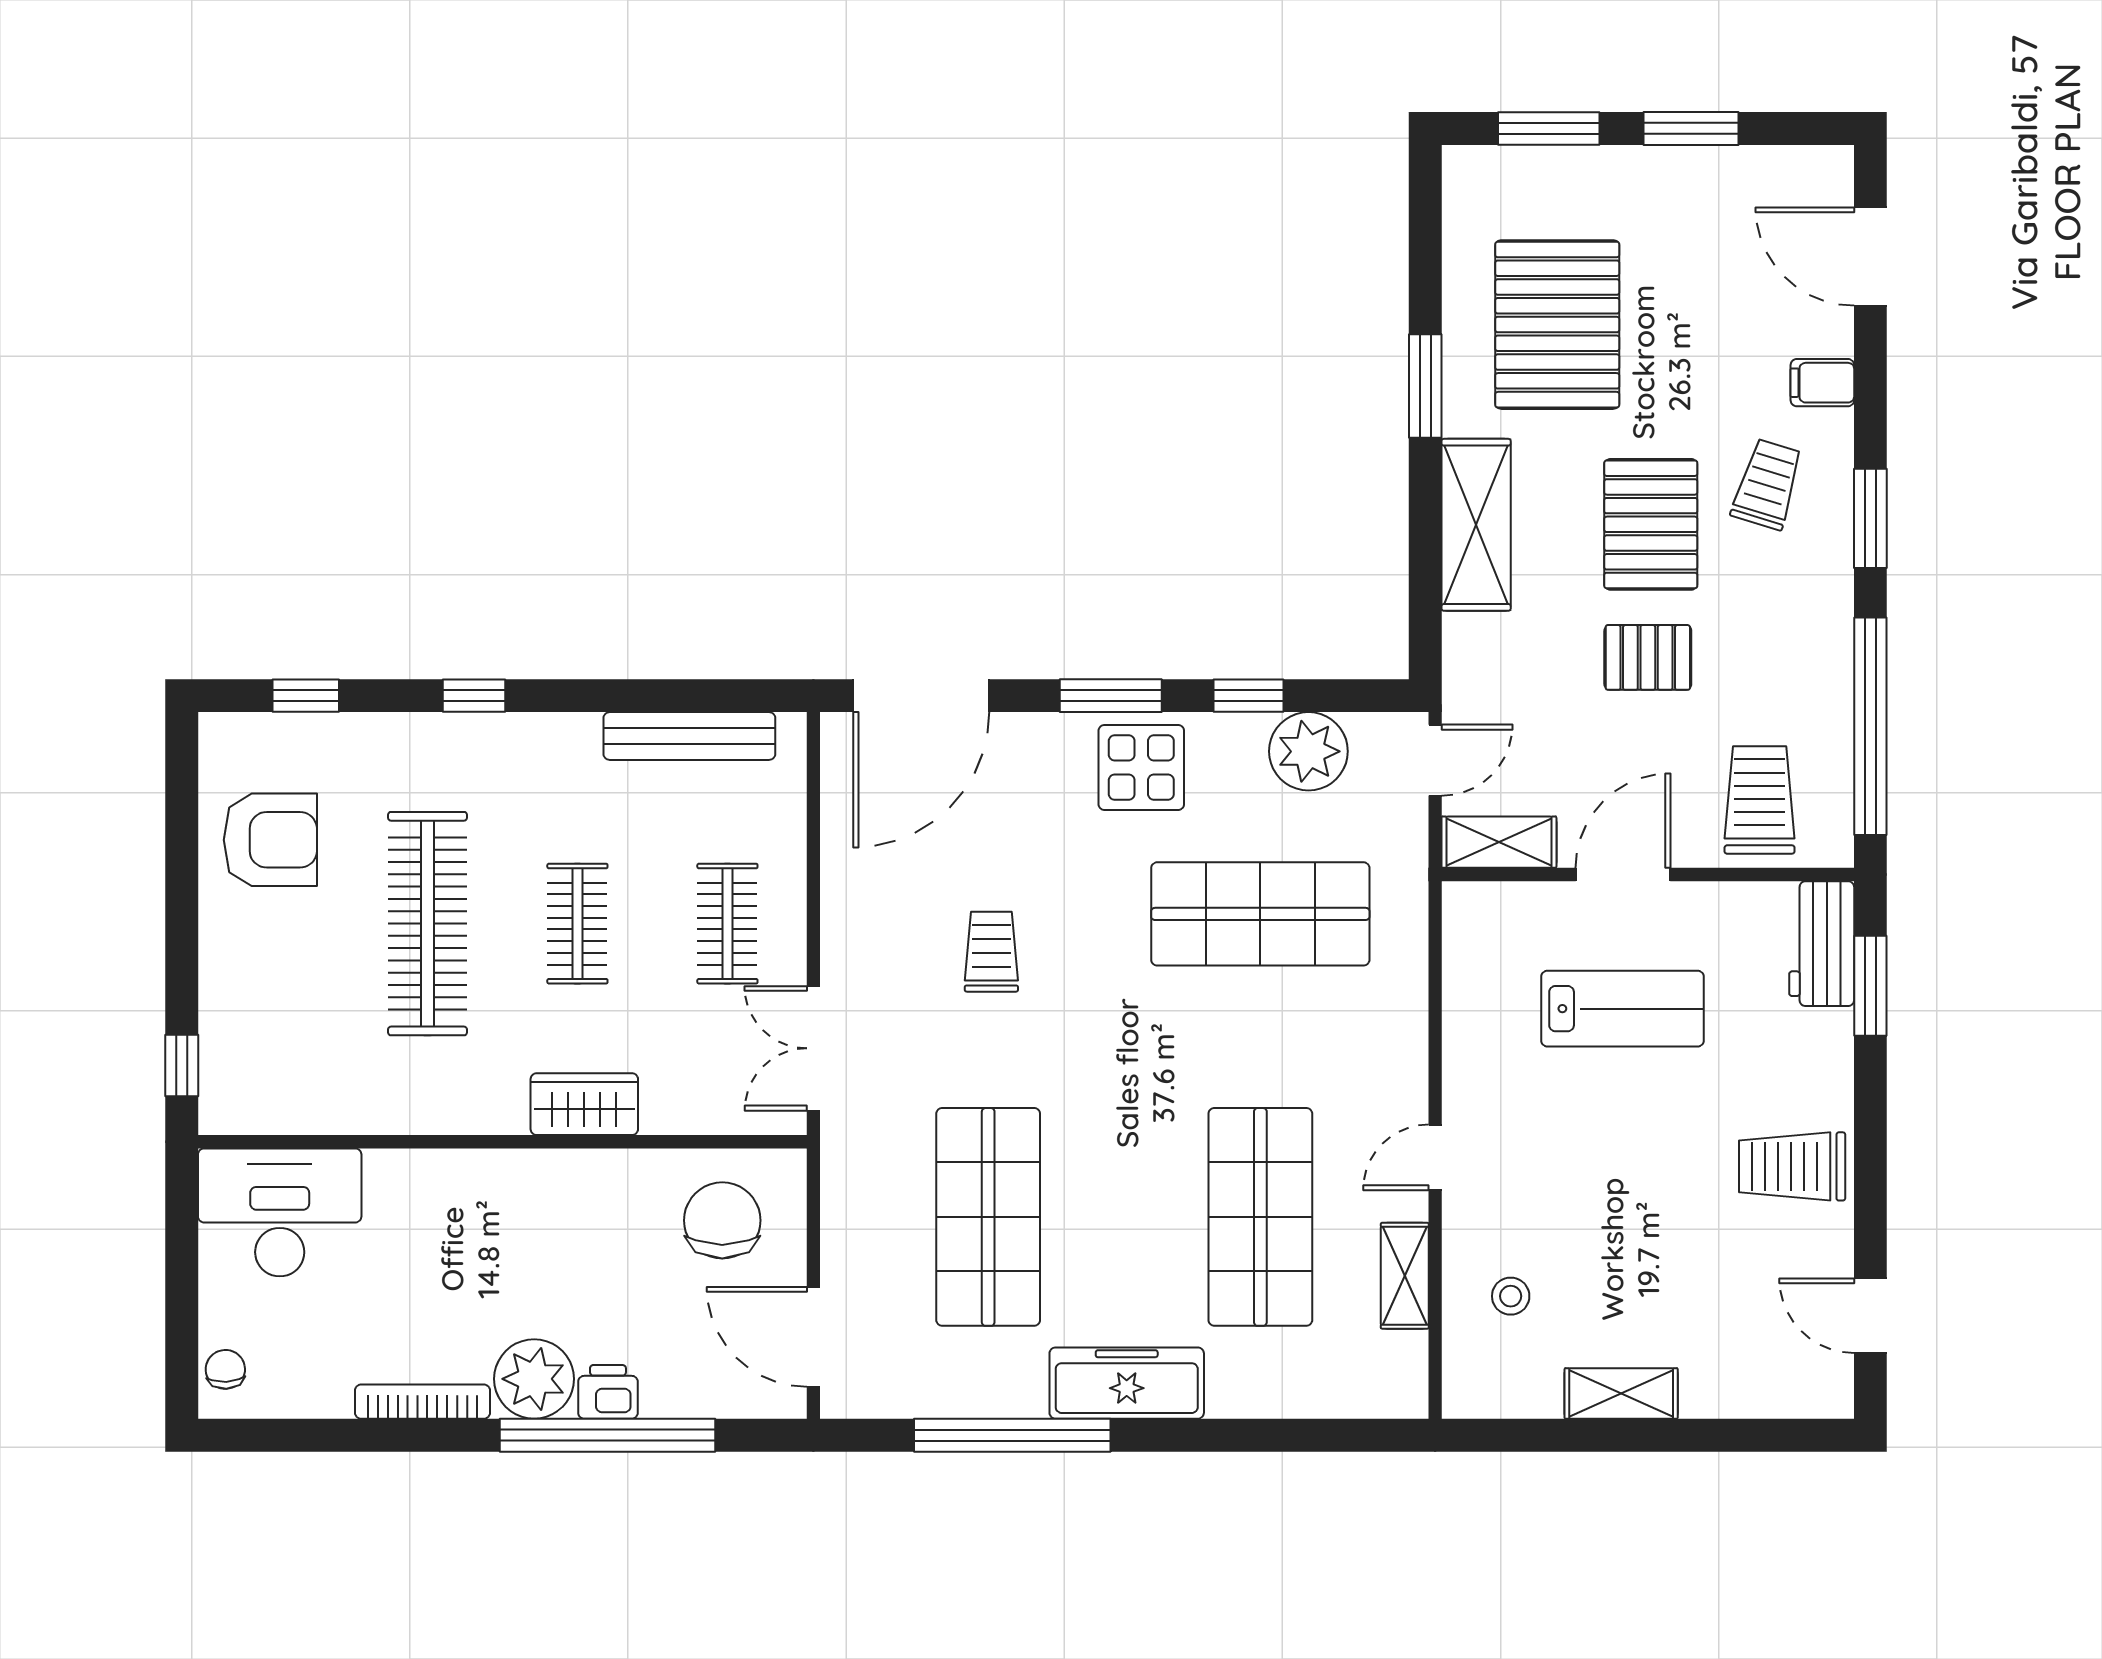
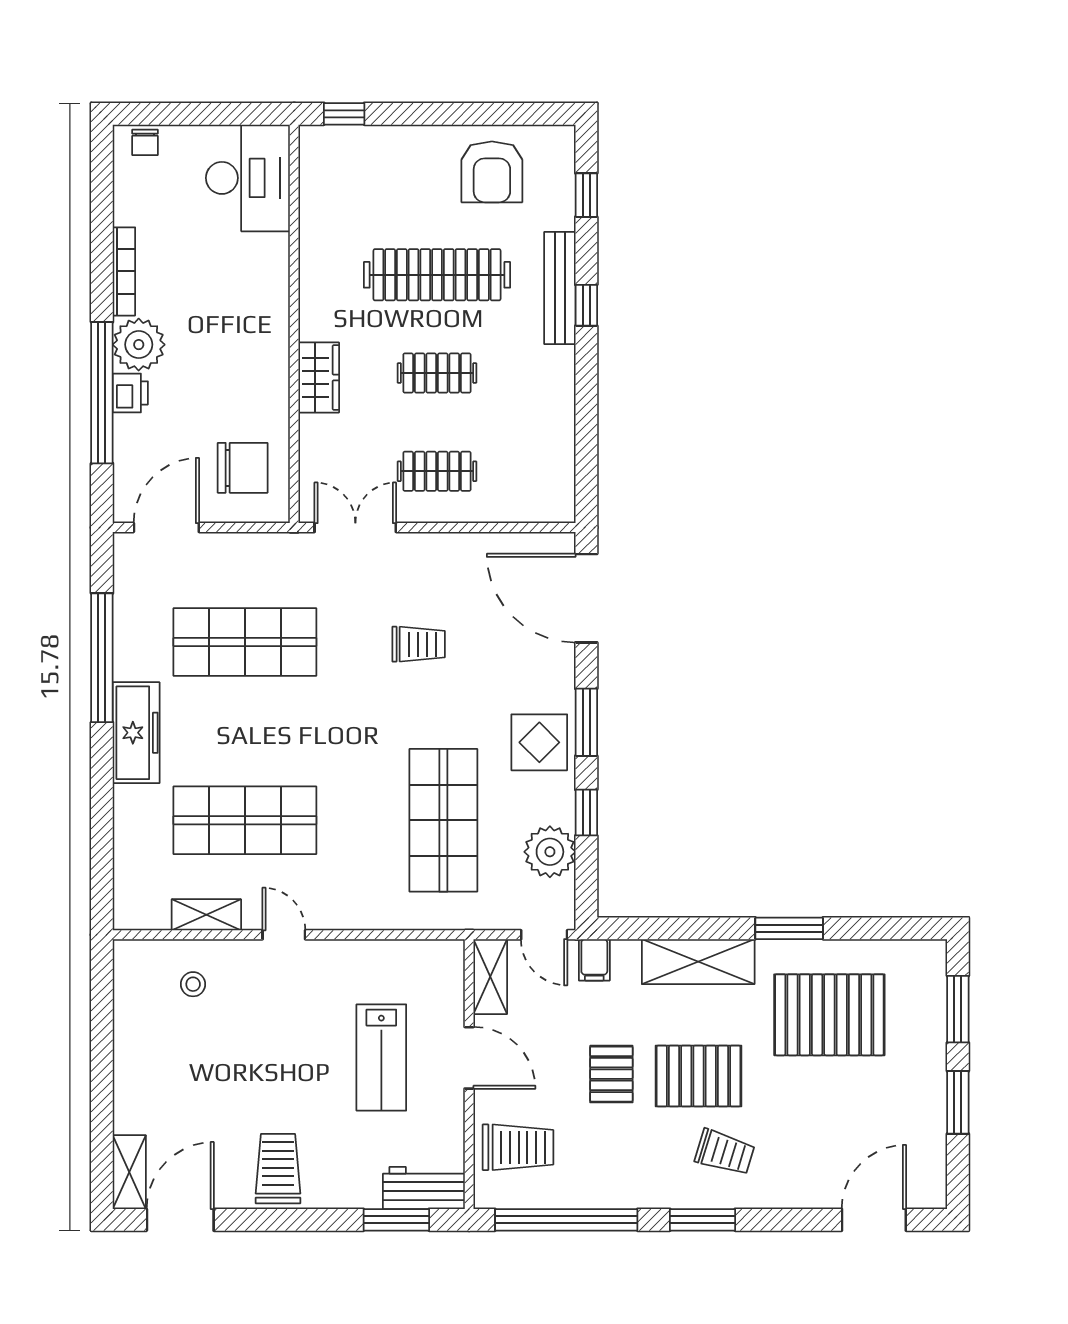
filing cabinet: (1822, 383) -> (594, 960), moved, turned 180
bench: (689, 736) -> (560, 288), moved
door: (1870, 1316) -> (180, 1220), width x1.38
chair: (225, 1369) -> (145, 142), turned 93
shelving: (1621, 1393) -> (129, 1172), moved

